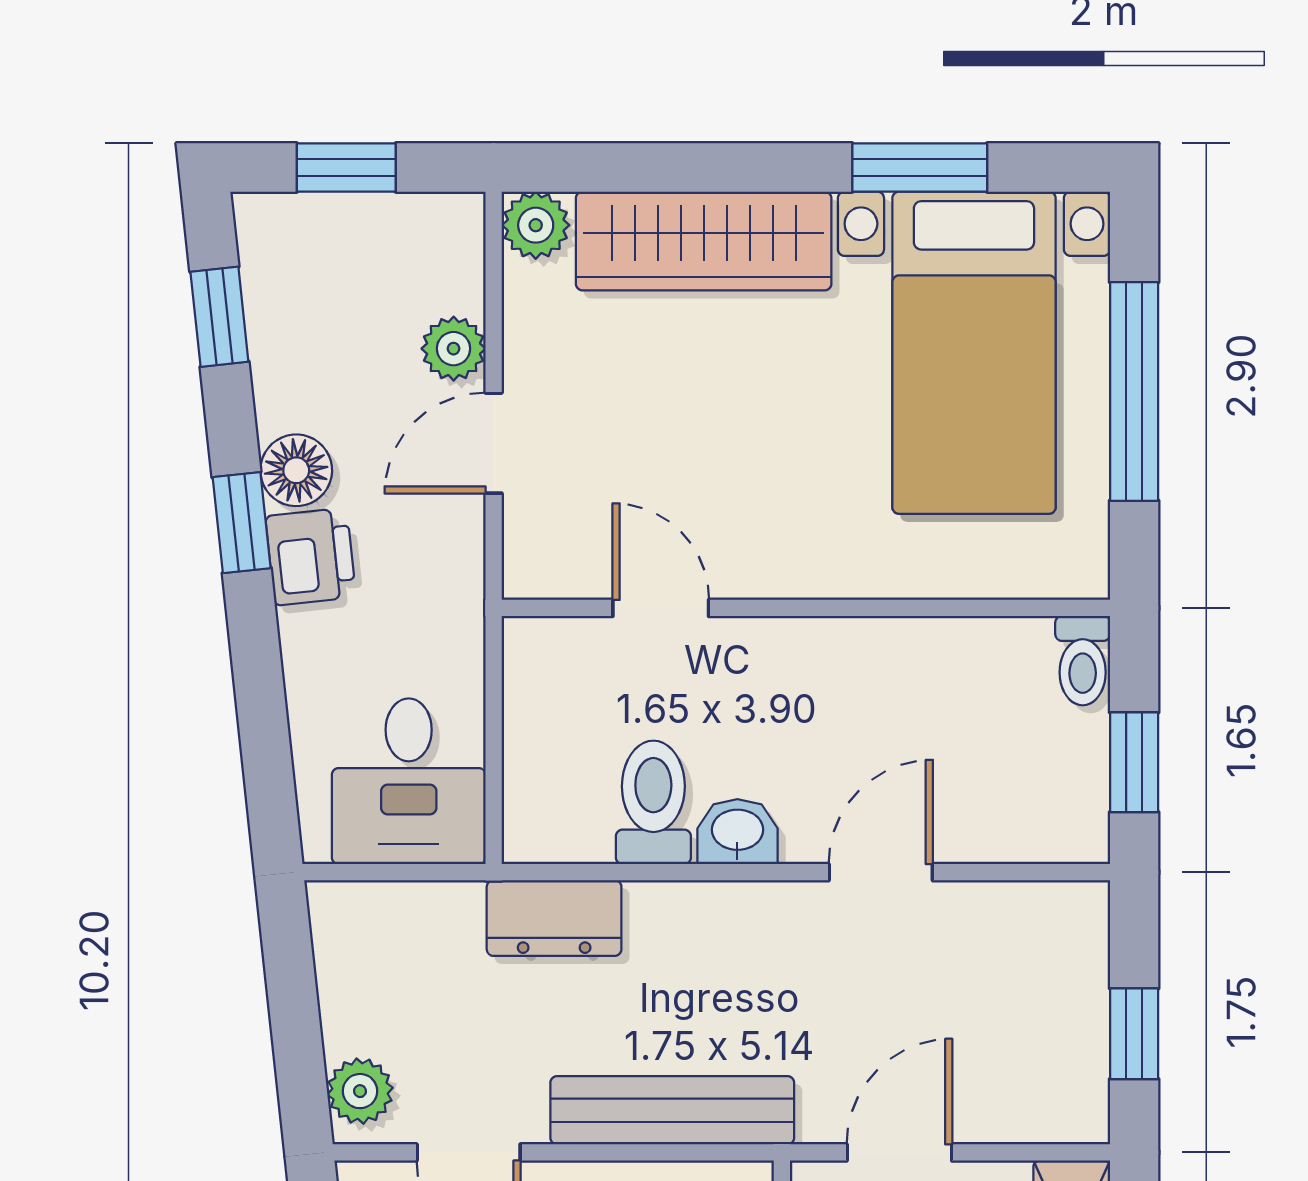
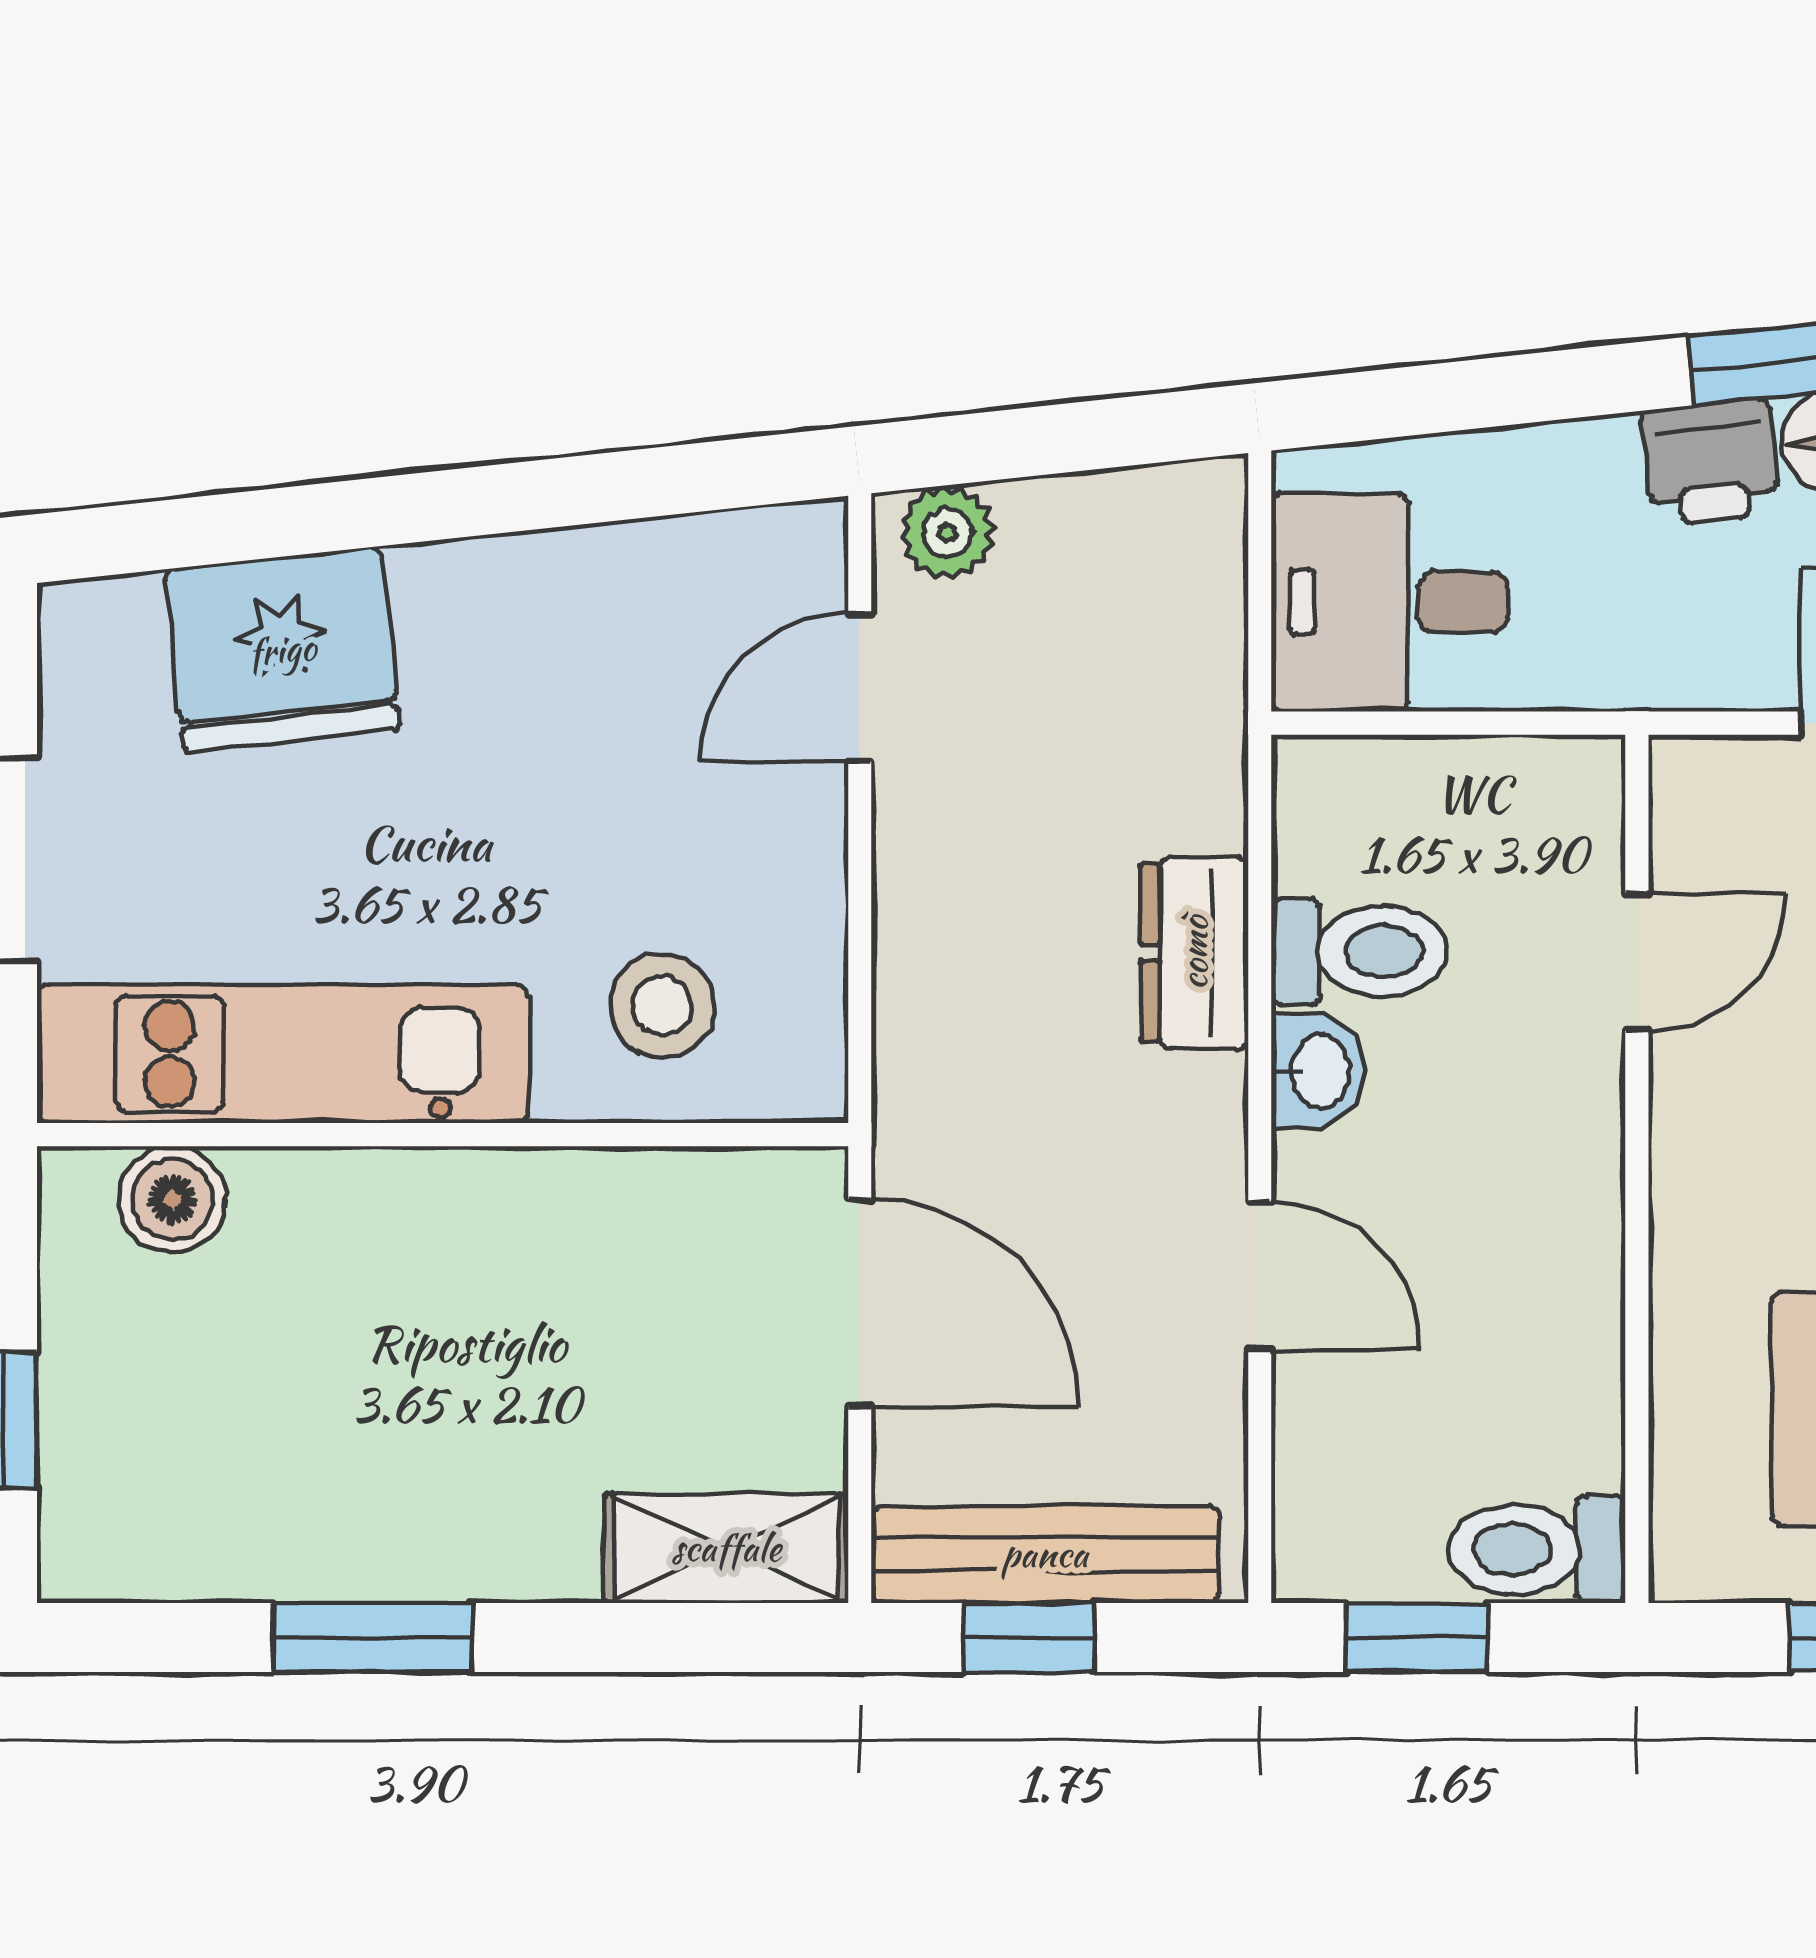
toilet: (1083, 661) -> (1537, 1549), width x1.37, depth x1.39
dresser: (554, 918) -> (1194, 953), moved
bench: (672, 1110) -> (1045, 1554), moved, turned 90
door: (899, 1152) -> (860, 1303), width x1.37

